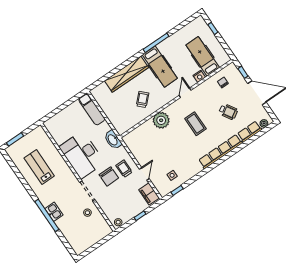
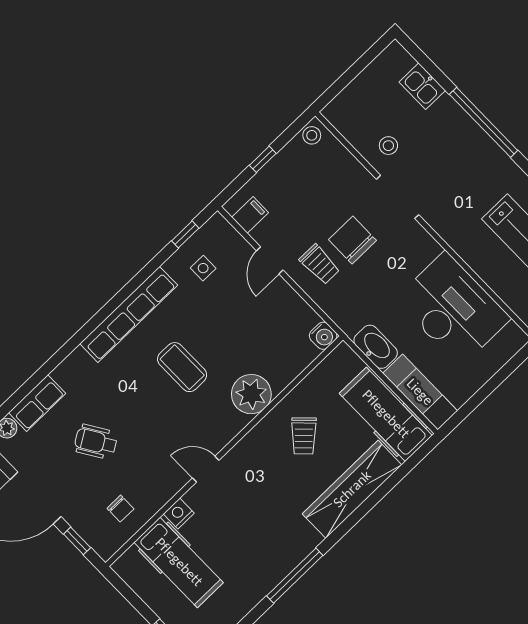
hospital bed: (160, 67) -> (386, 414), moved
door: (185, 93) -> (206, 469), swing flipped
coffee table: (195, 124) -> (182, 367), moved
water cooler: (128, 139) -> (323, 336), added
washbasin: (113, 140) -> (376, 347), moved
row of seats: (220, 152) -> (129, 314), moved
desk: (82, 155) -> (453, 309), moved
filing cabinet: (149, 194) -> (250, 215), width x0.50
kitchen sink: (54, 212) -> (422, 86), moved

